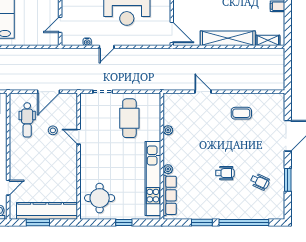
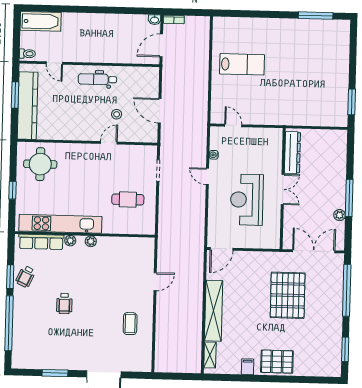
cafe table: (129, 118) -> (128, 199), width x0.73, depth x0.74
dental chair: (27, 120) -> (97, 79), moved
plant: (168, 130) -> (91, 241), moved
wheelchair: (260, 182) -> (26, 277), moved

